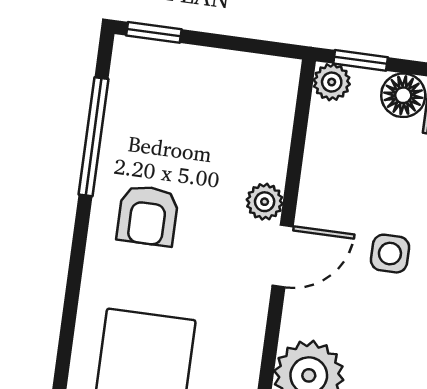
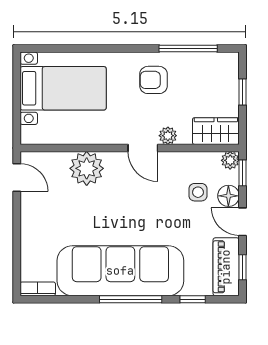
window: (154, 32) -> (243, 92), moved
wardrobe: (268, 103) -> (216, 131), added
side table: (390, 254) -> (198, 192), moved

